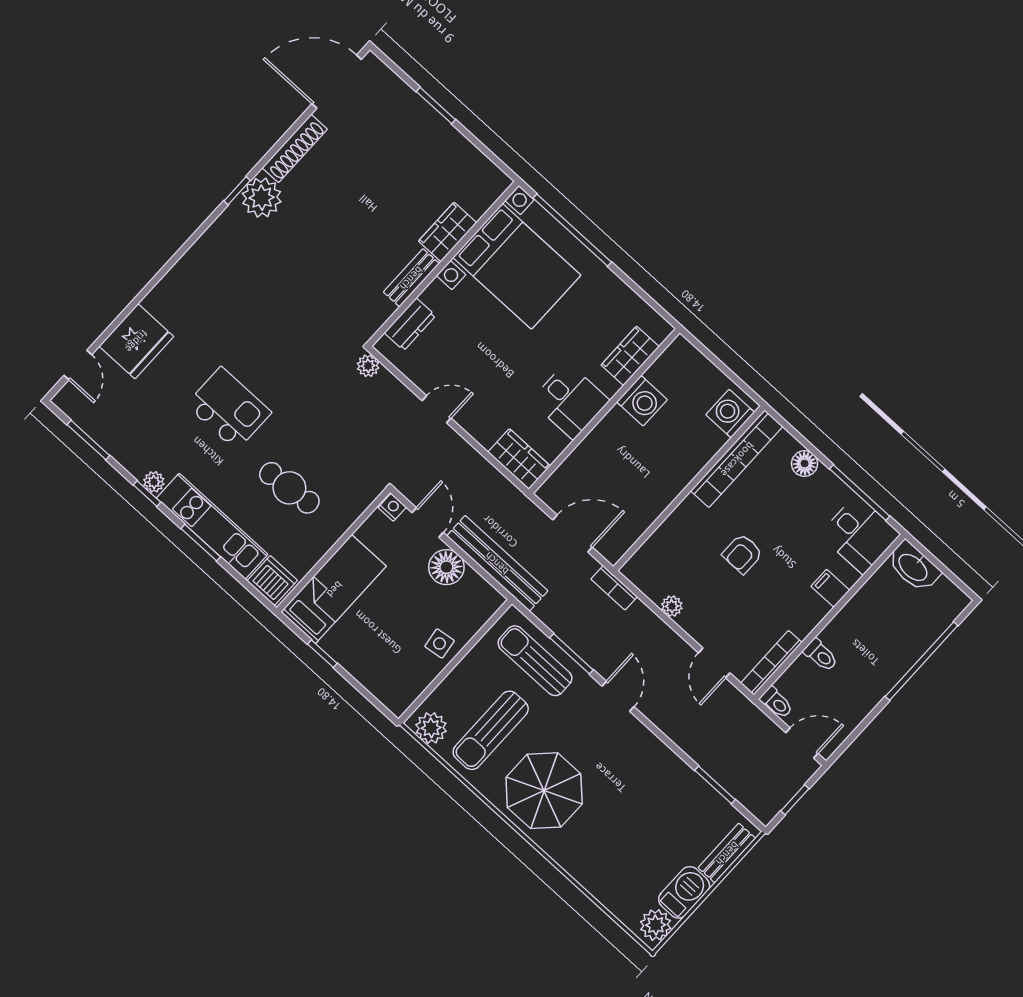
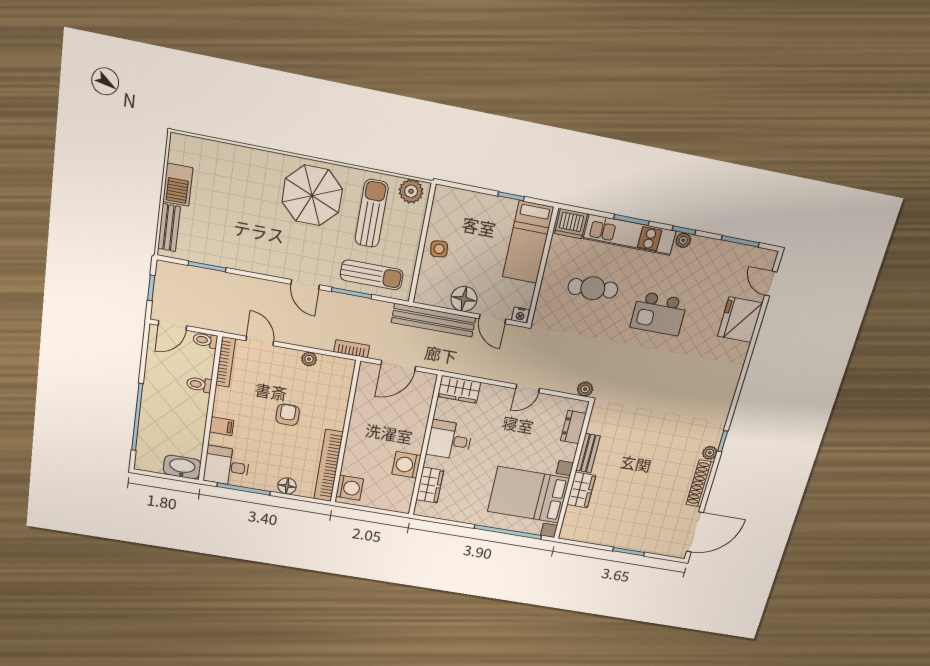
plant: (262, 198) -> (710, 453), width x0.53, depth x0.53
plant: (656, 925) -> (181, 151), removed

